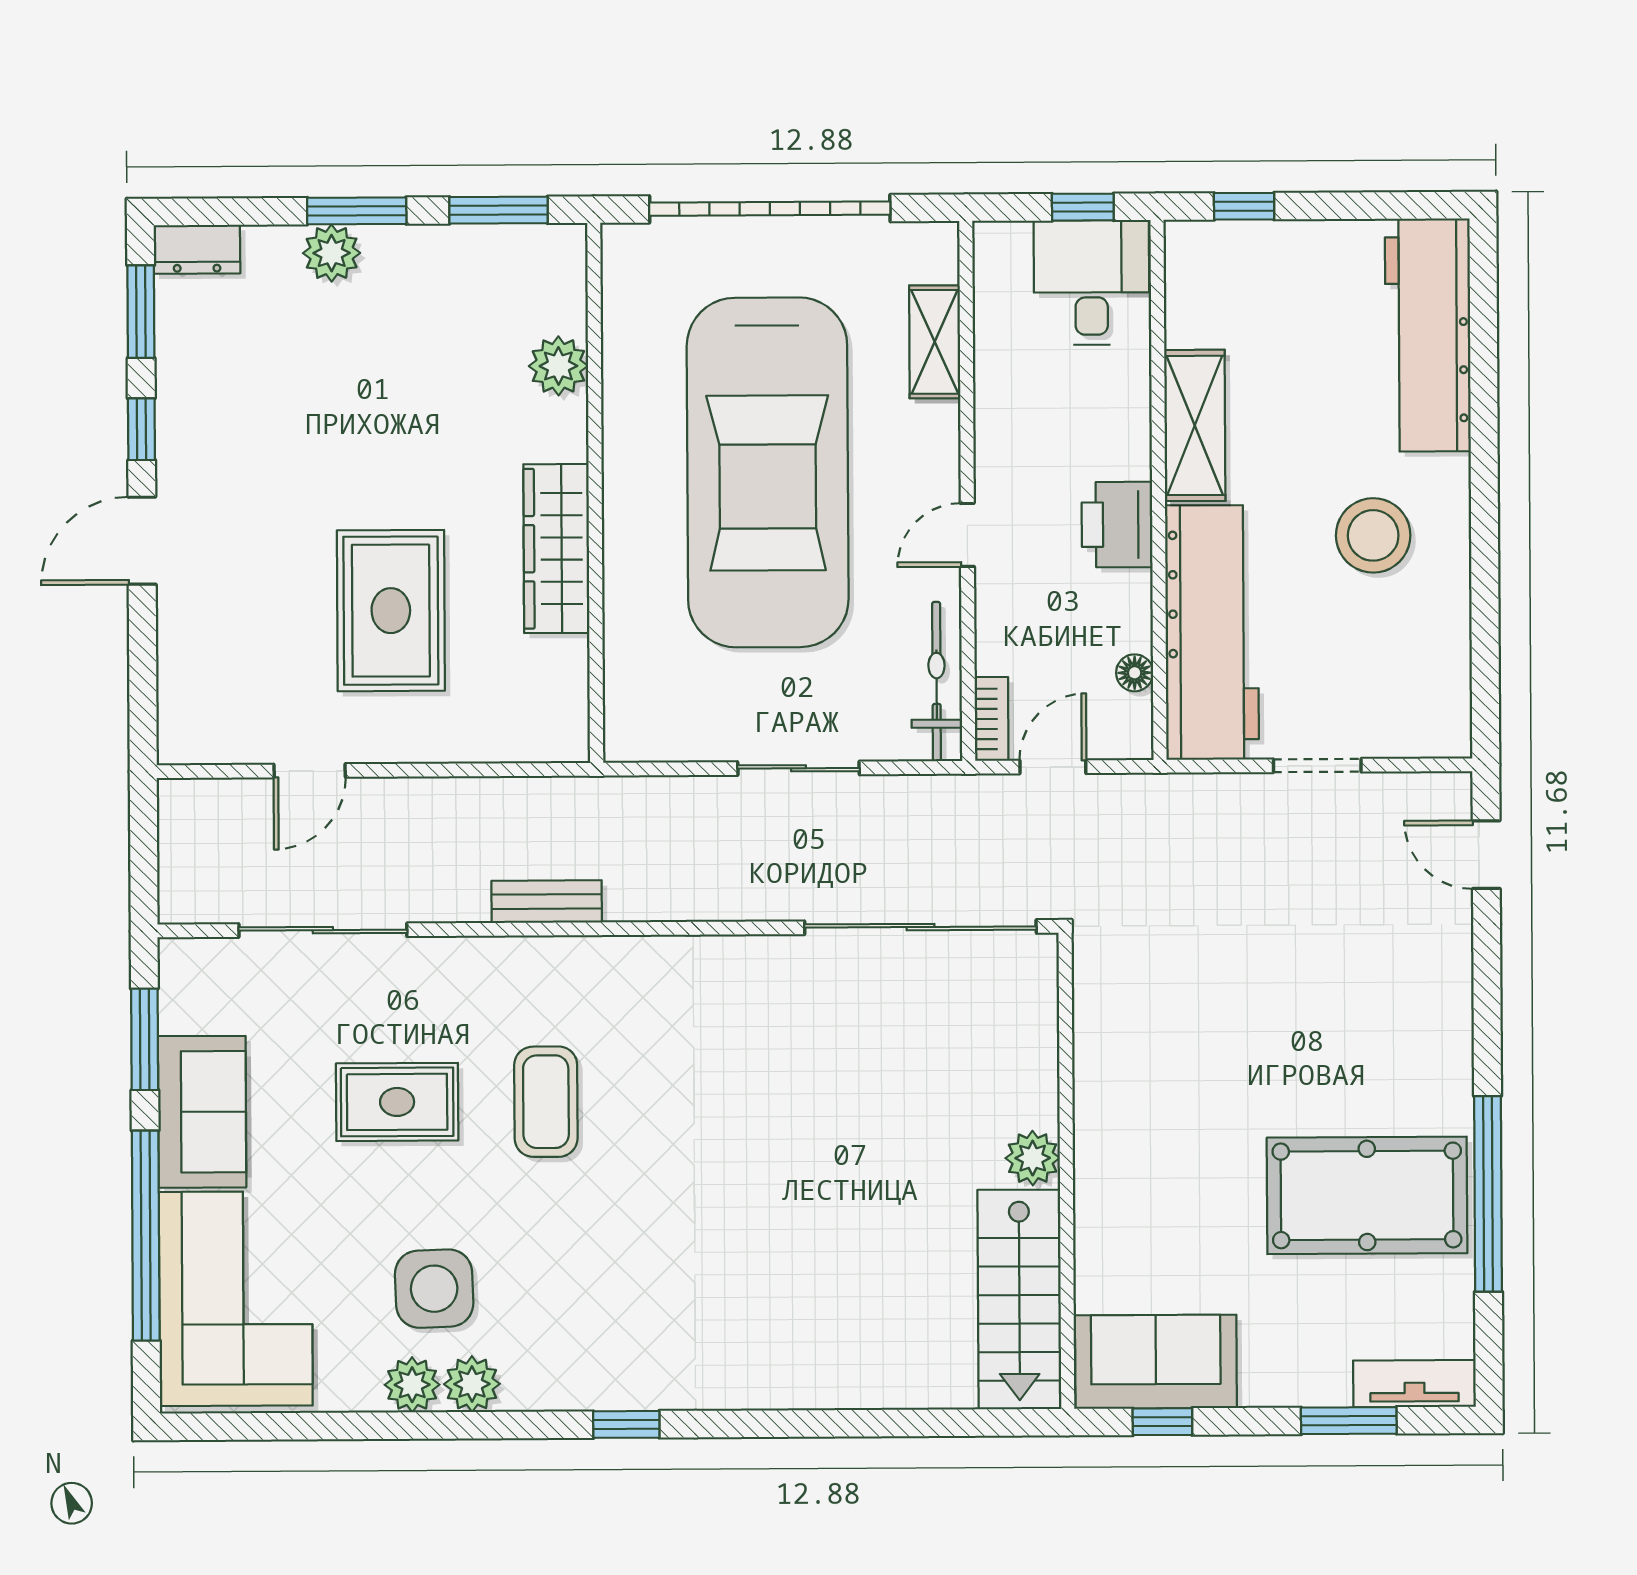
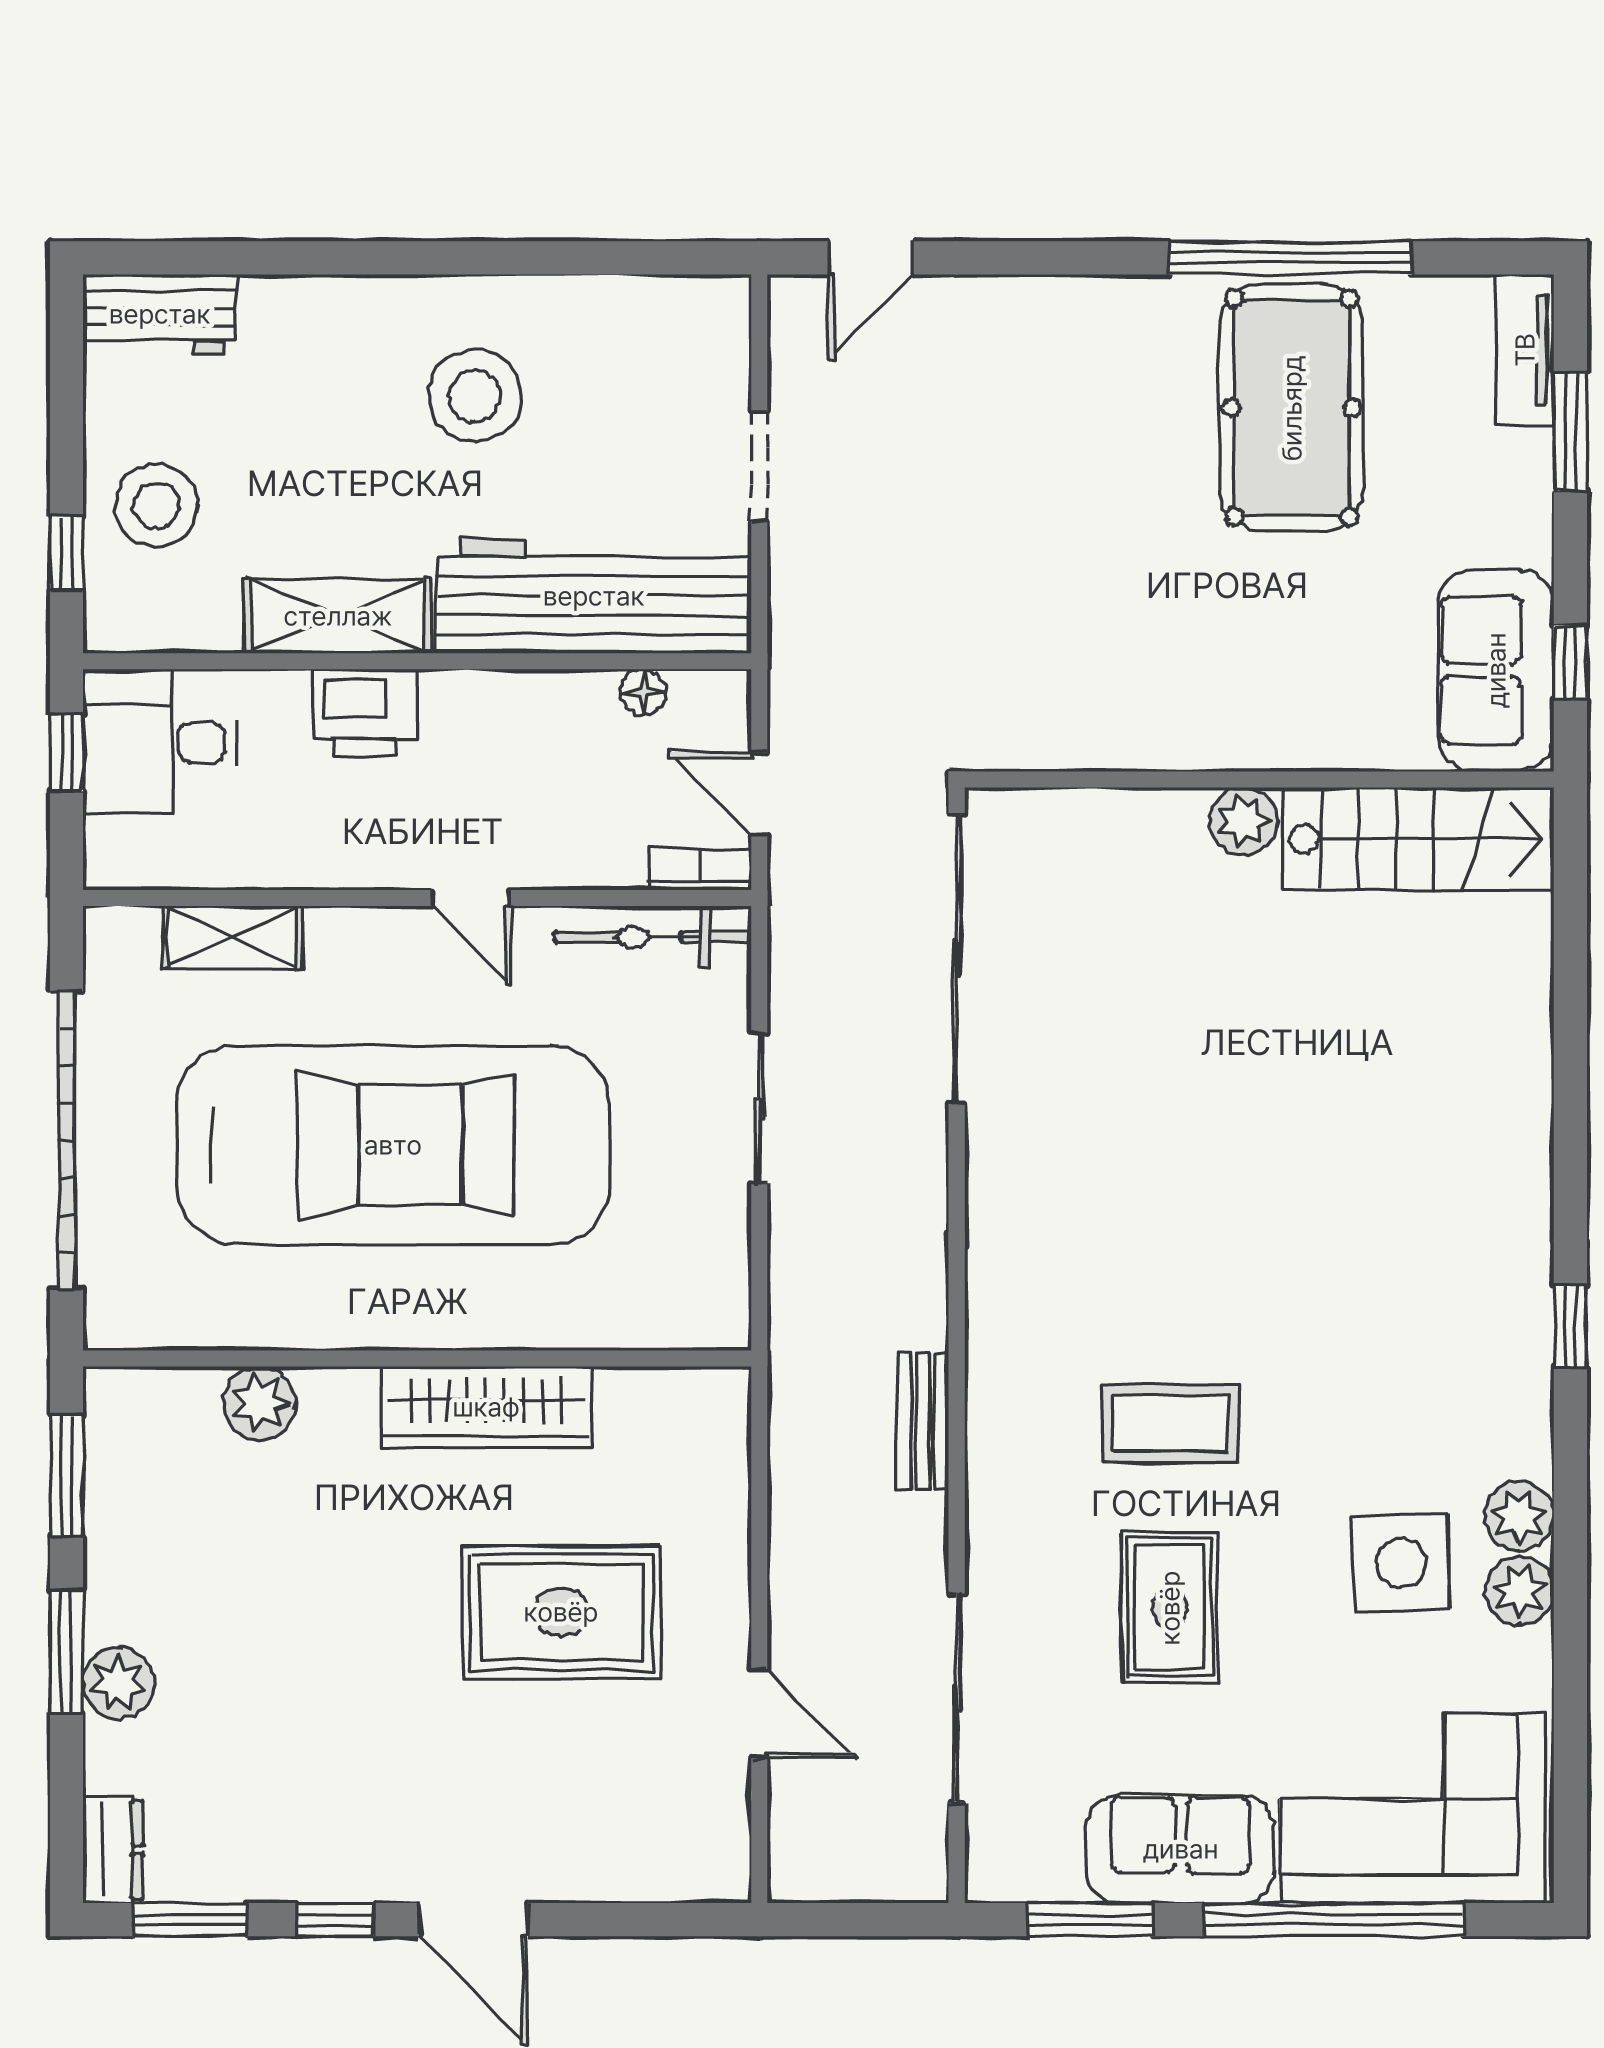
stool: (1283, 278) -> (156, 506), added
workbench: (1428, 335) -> (160, 314), width x0.53, depth x0.76
printer: (1117, 525) -> (365, 713), moved

